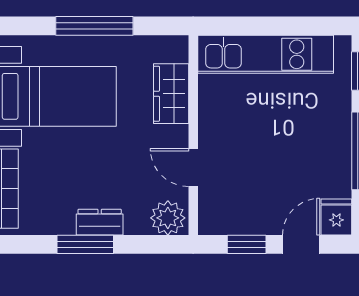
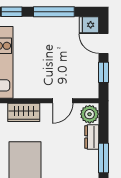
dresser: (100, 222) -> (92, 137), moved

